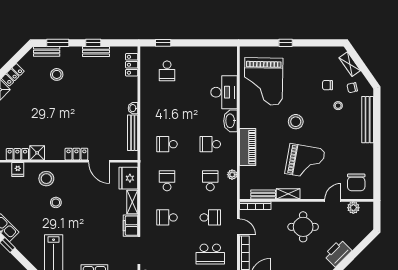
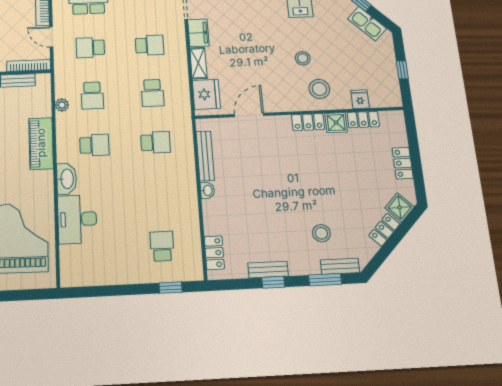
locker: (76, 154) -> (308, 122), moved
door: (99, 161) -> (249, 115), hinge flipped

